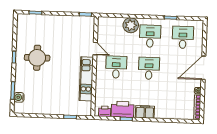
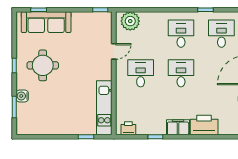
sofa: (41, 23) -> (46, 22), added
plant: (131, 25) -> (130, 21), moved
door: (95, 49) -> (114, 51), hinge flipped
kitchen unit: (86, 79) -> (104, 108), moved
water cooler: (19, 97) -> (22, 96), moved
printer: (123, 109) -> (204, 125), moved

